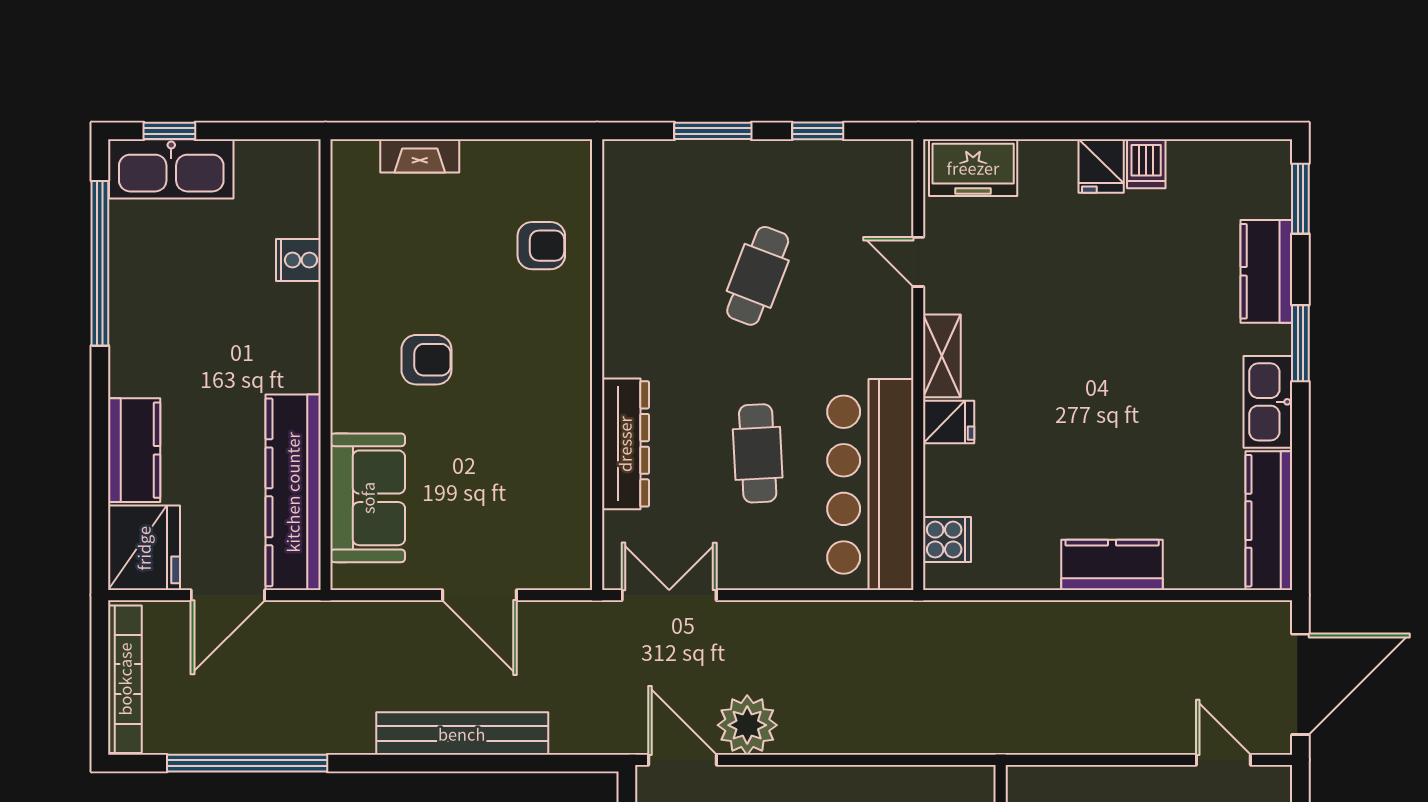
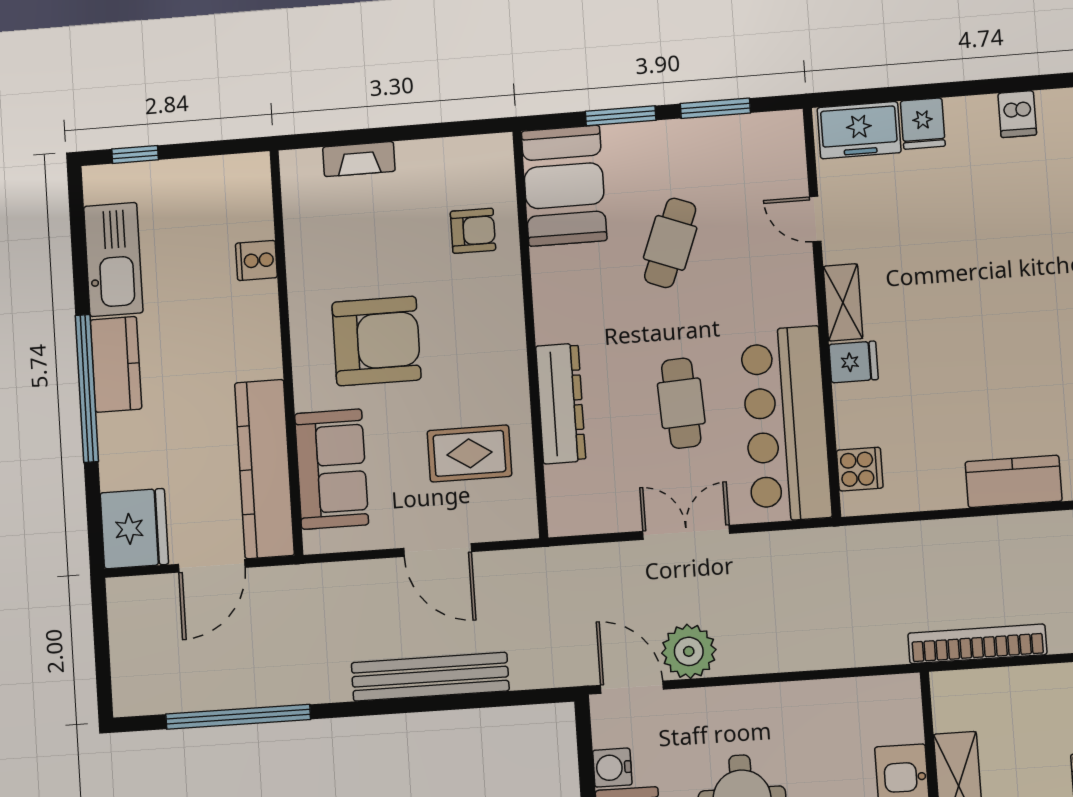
window: (818, 131) -> (715, 108), width x1.50
fridge: (1101, 166) -> (923, 124), moved
kitchen sink: (171, 169) -> (113, 259), moved, turned -90
booth: (645, 203) -> (564, 186), added
window: (100, 263) -> (87, 388), moved
armchair: (426, 360) -> (376, 341), width x1.88, depth x1.88
kitchen counter: (134, 450) -> (116, 364), moved
rug: (521, 492) -> (469, 453), added
double door: (669, 595) -> (686, 532), moved
bookcase: (125, 679) -> (977, 644), moved, turned -90

